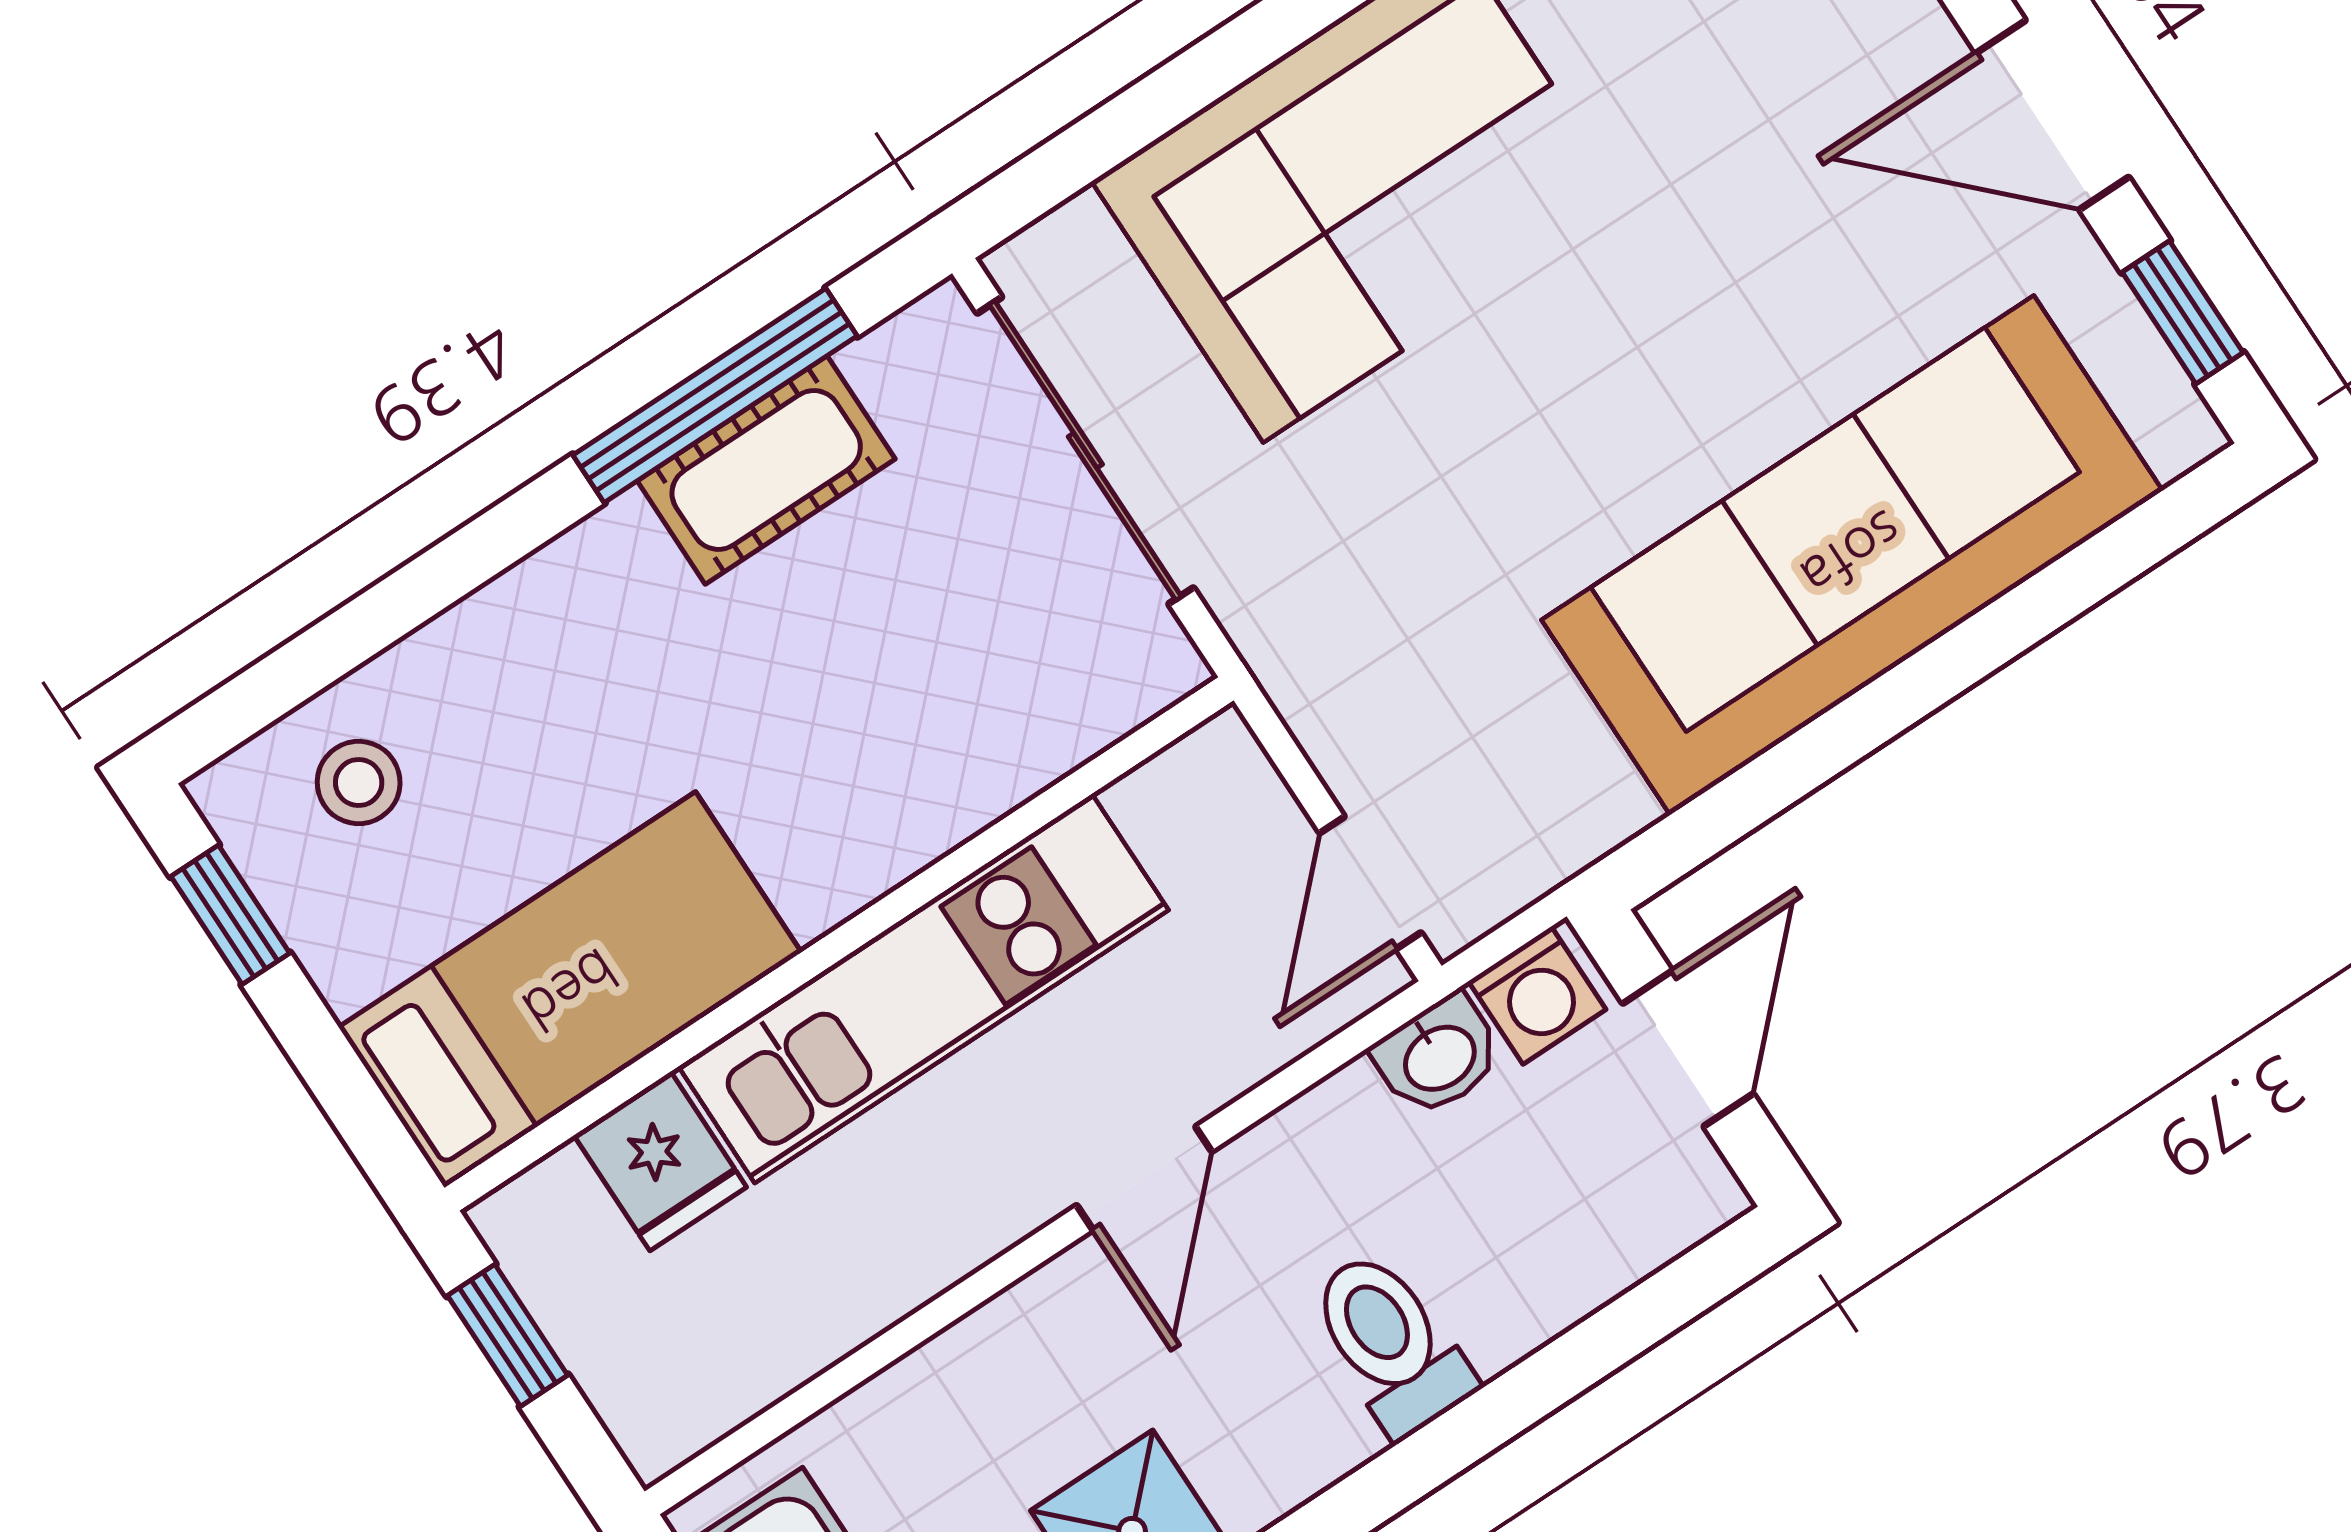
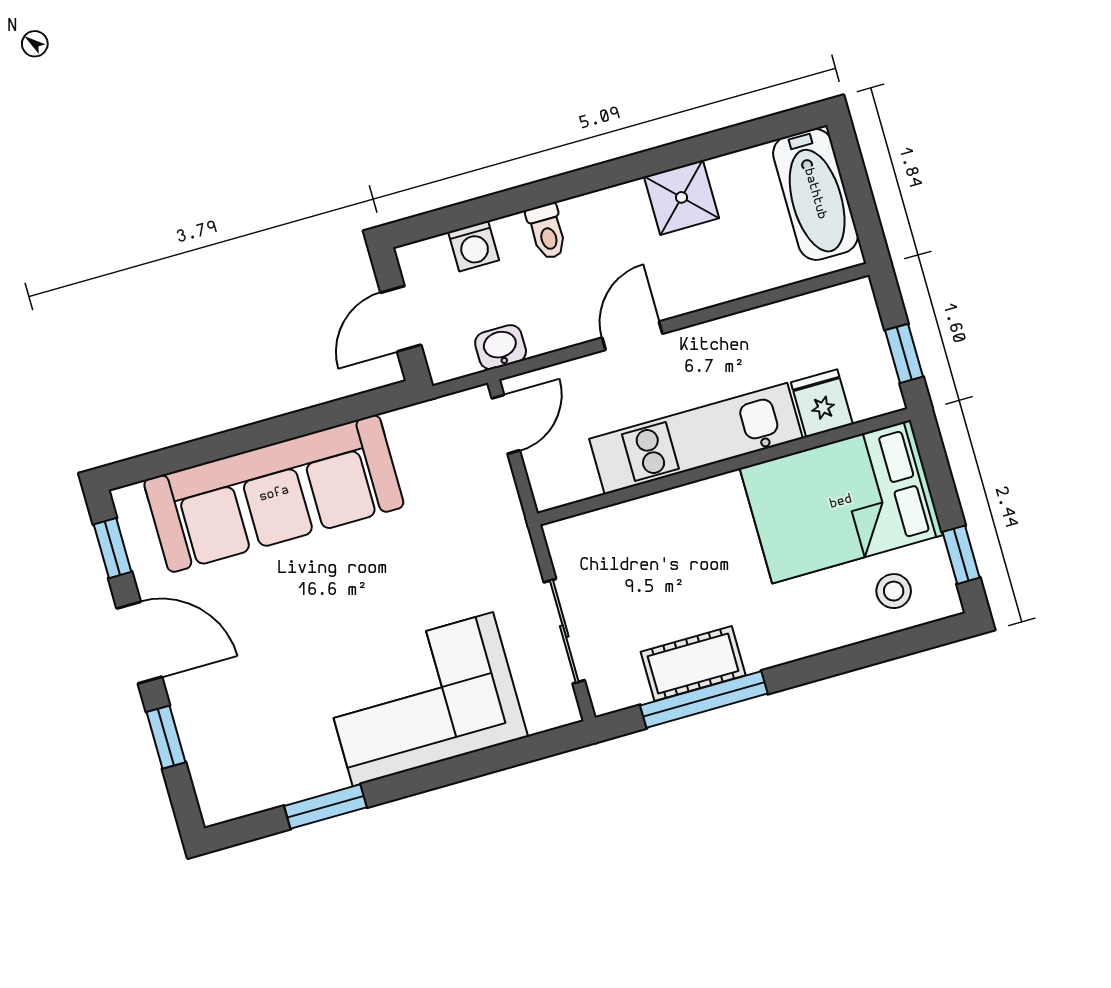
sliding door: (1085, 450) -> (564, 631), width x0.73
bed: (570, 990) -> (841, 502), width x1.50
washing machine: (1537, 995) -> (474, 246), moved, turned 180
toilet: (1391, 1343) -> (547, 231), width x0.73, depth x0.72

